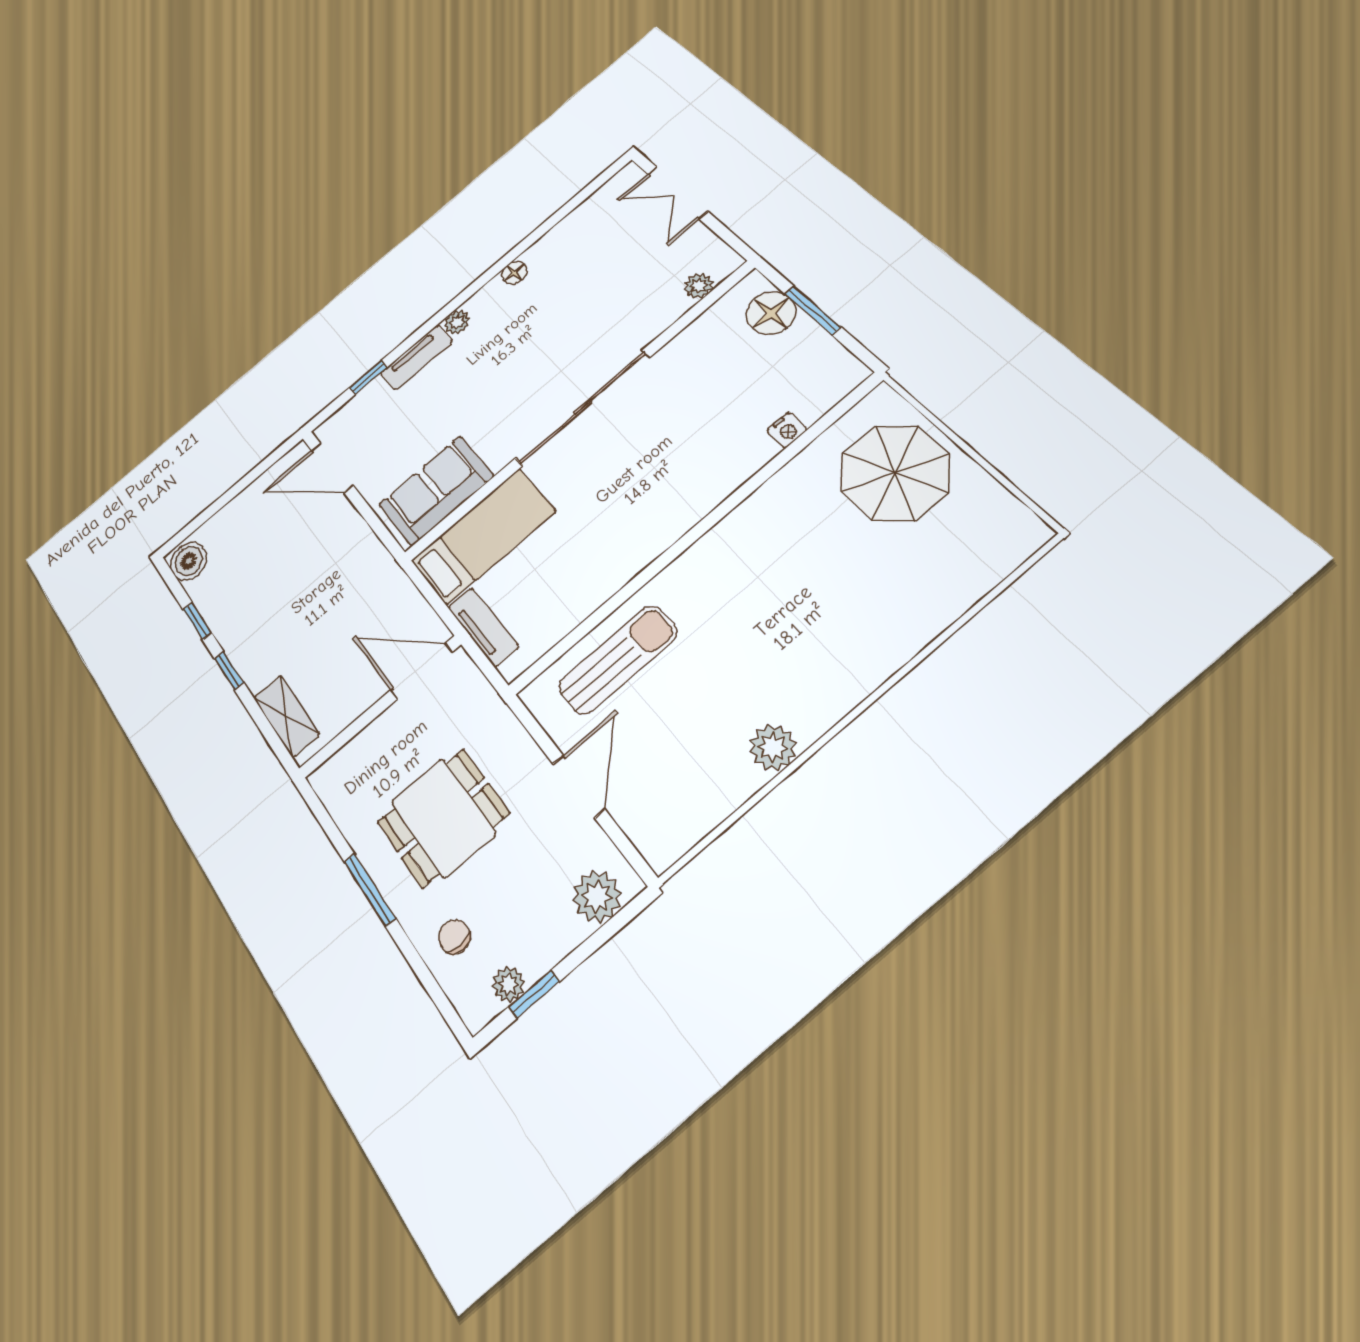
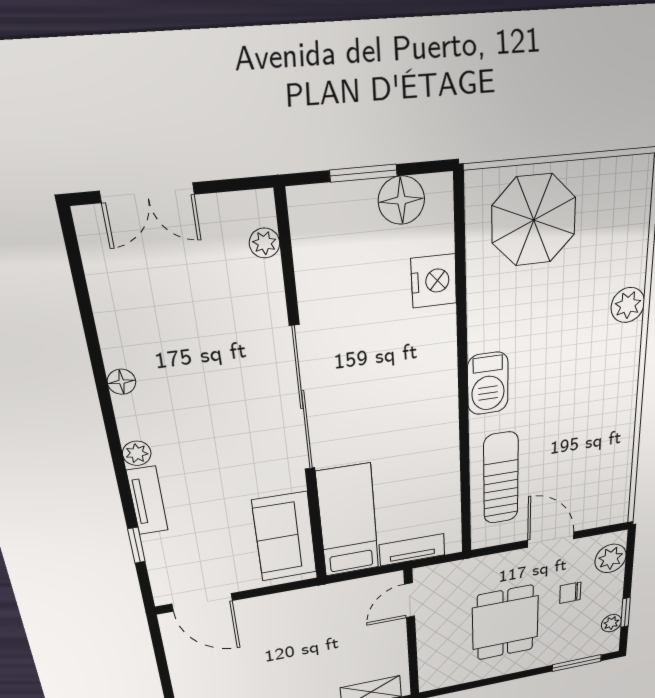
floor lamp: (771, 313) -> (401, 200), moved
nightstand: (787, 430) -> (434, 281), width x1.89, depth x1.79
door: (332, 468) -> (202, 602), hinge flipped
barbecue: (710, 560) -> (488, 383), added
door: (421, 671) -> (409, 600), width x0.73
plant: (773, 747) -> (628, 305), moved
window: (370, 890) -> (577, 663), moved
chair: (454, 937) -> (570, 593), moved

